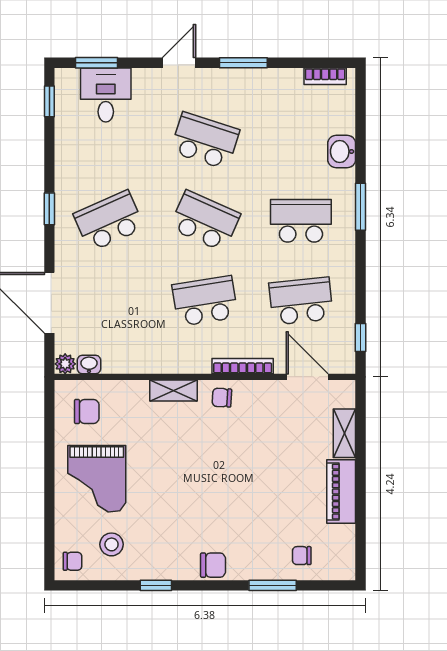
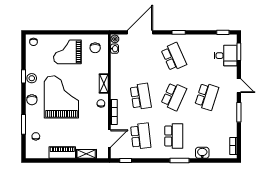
grand piano: (206, 493) -> (61, 97), added
stool: (112, 544) -> (32, 78), moved

